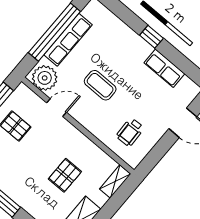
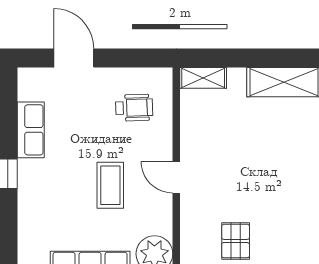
door: (57, 108) -> (176, 177), moved
pallet: (65, 175) -> (244, 140), removed

